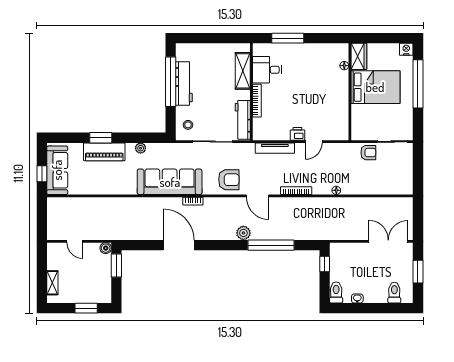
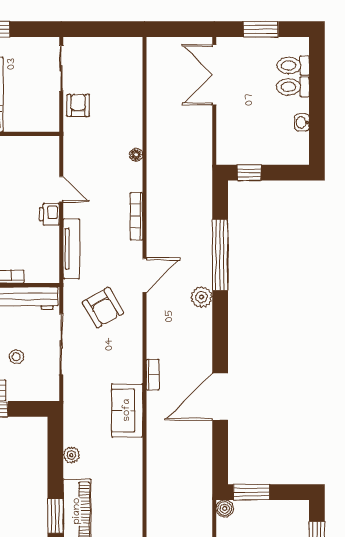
stool: (188, 125) -> (16, 357), moved
armchair: (229, 180) -> (103, 308), moved, turned 150
sofa: (170, 182) -> (127, 410), width x0.54, depth x0.79
toilet: (336, 292) -> (293, 87), moved

